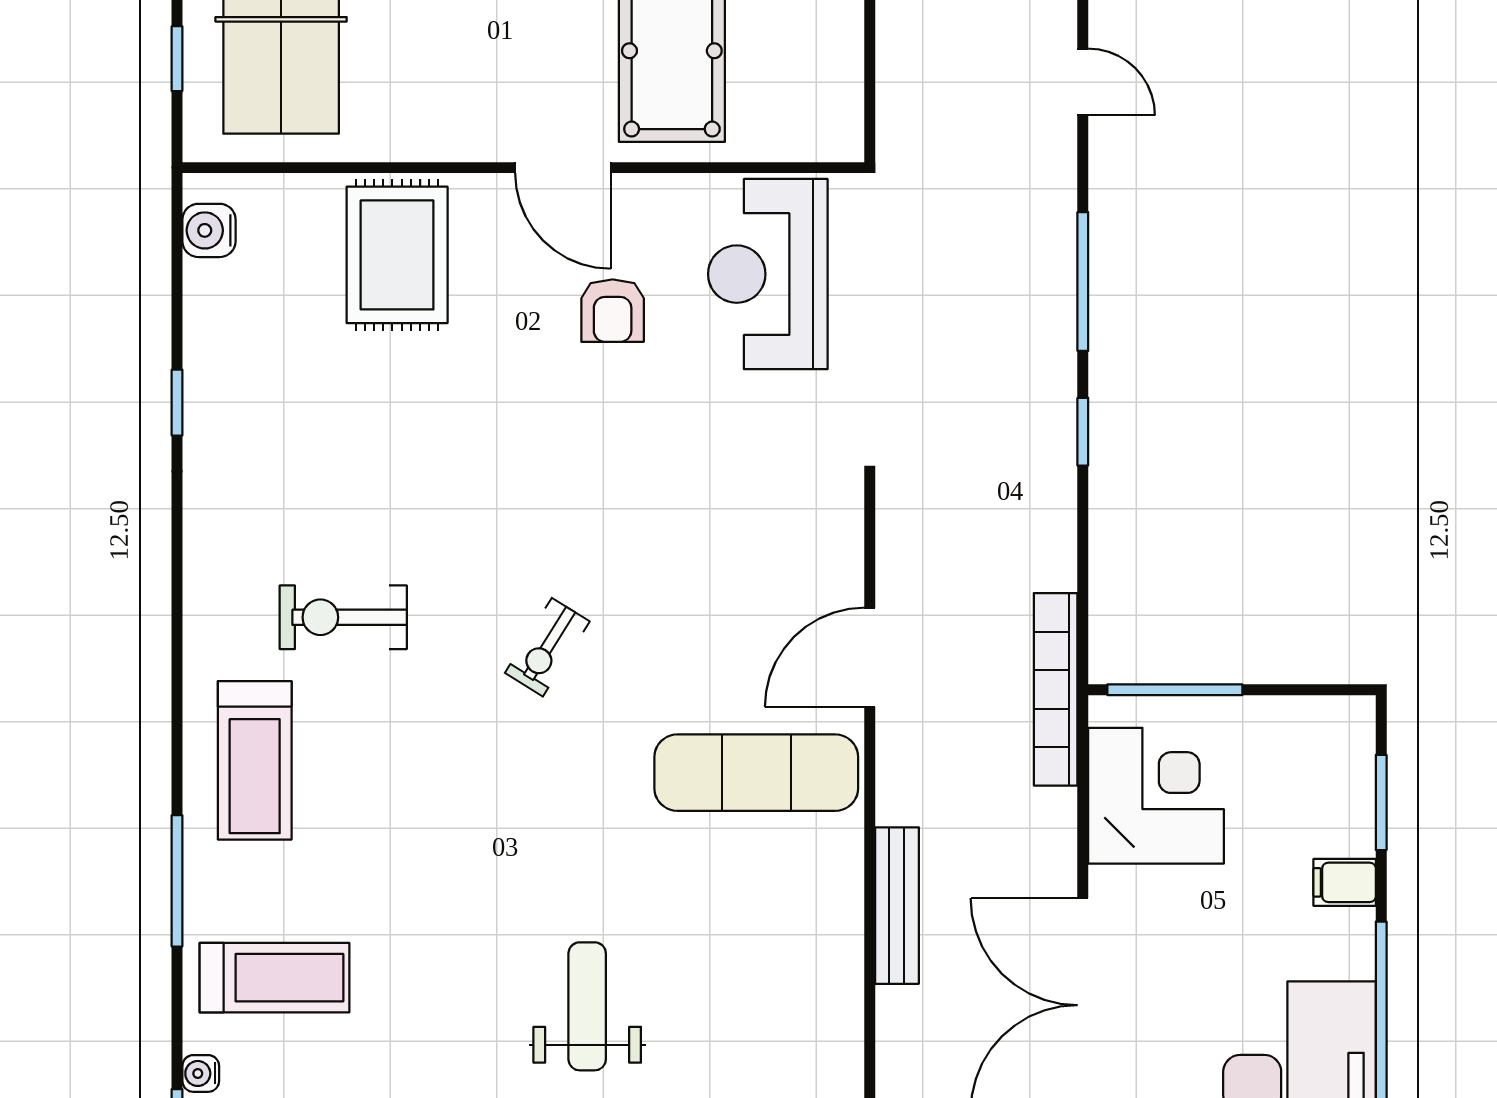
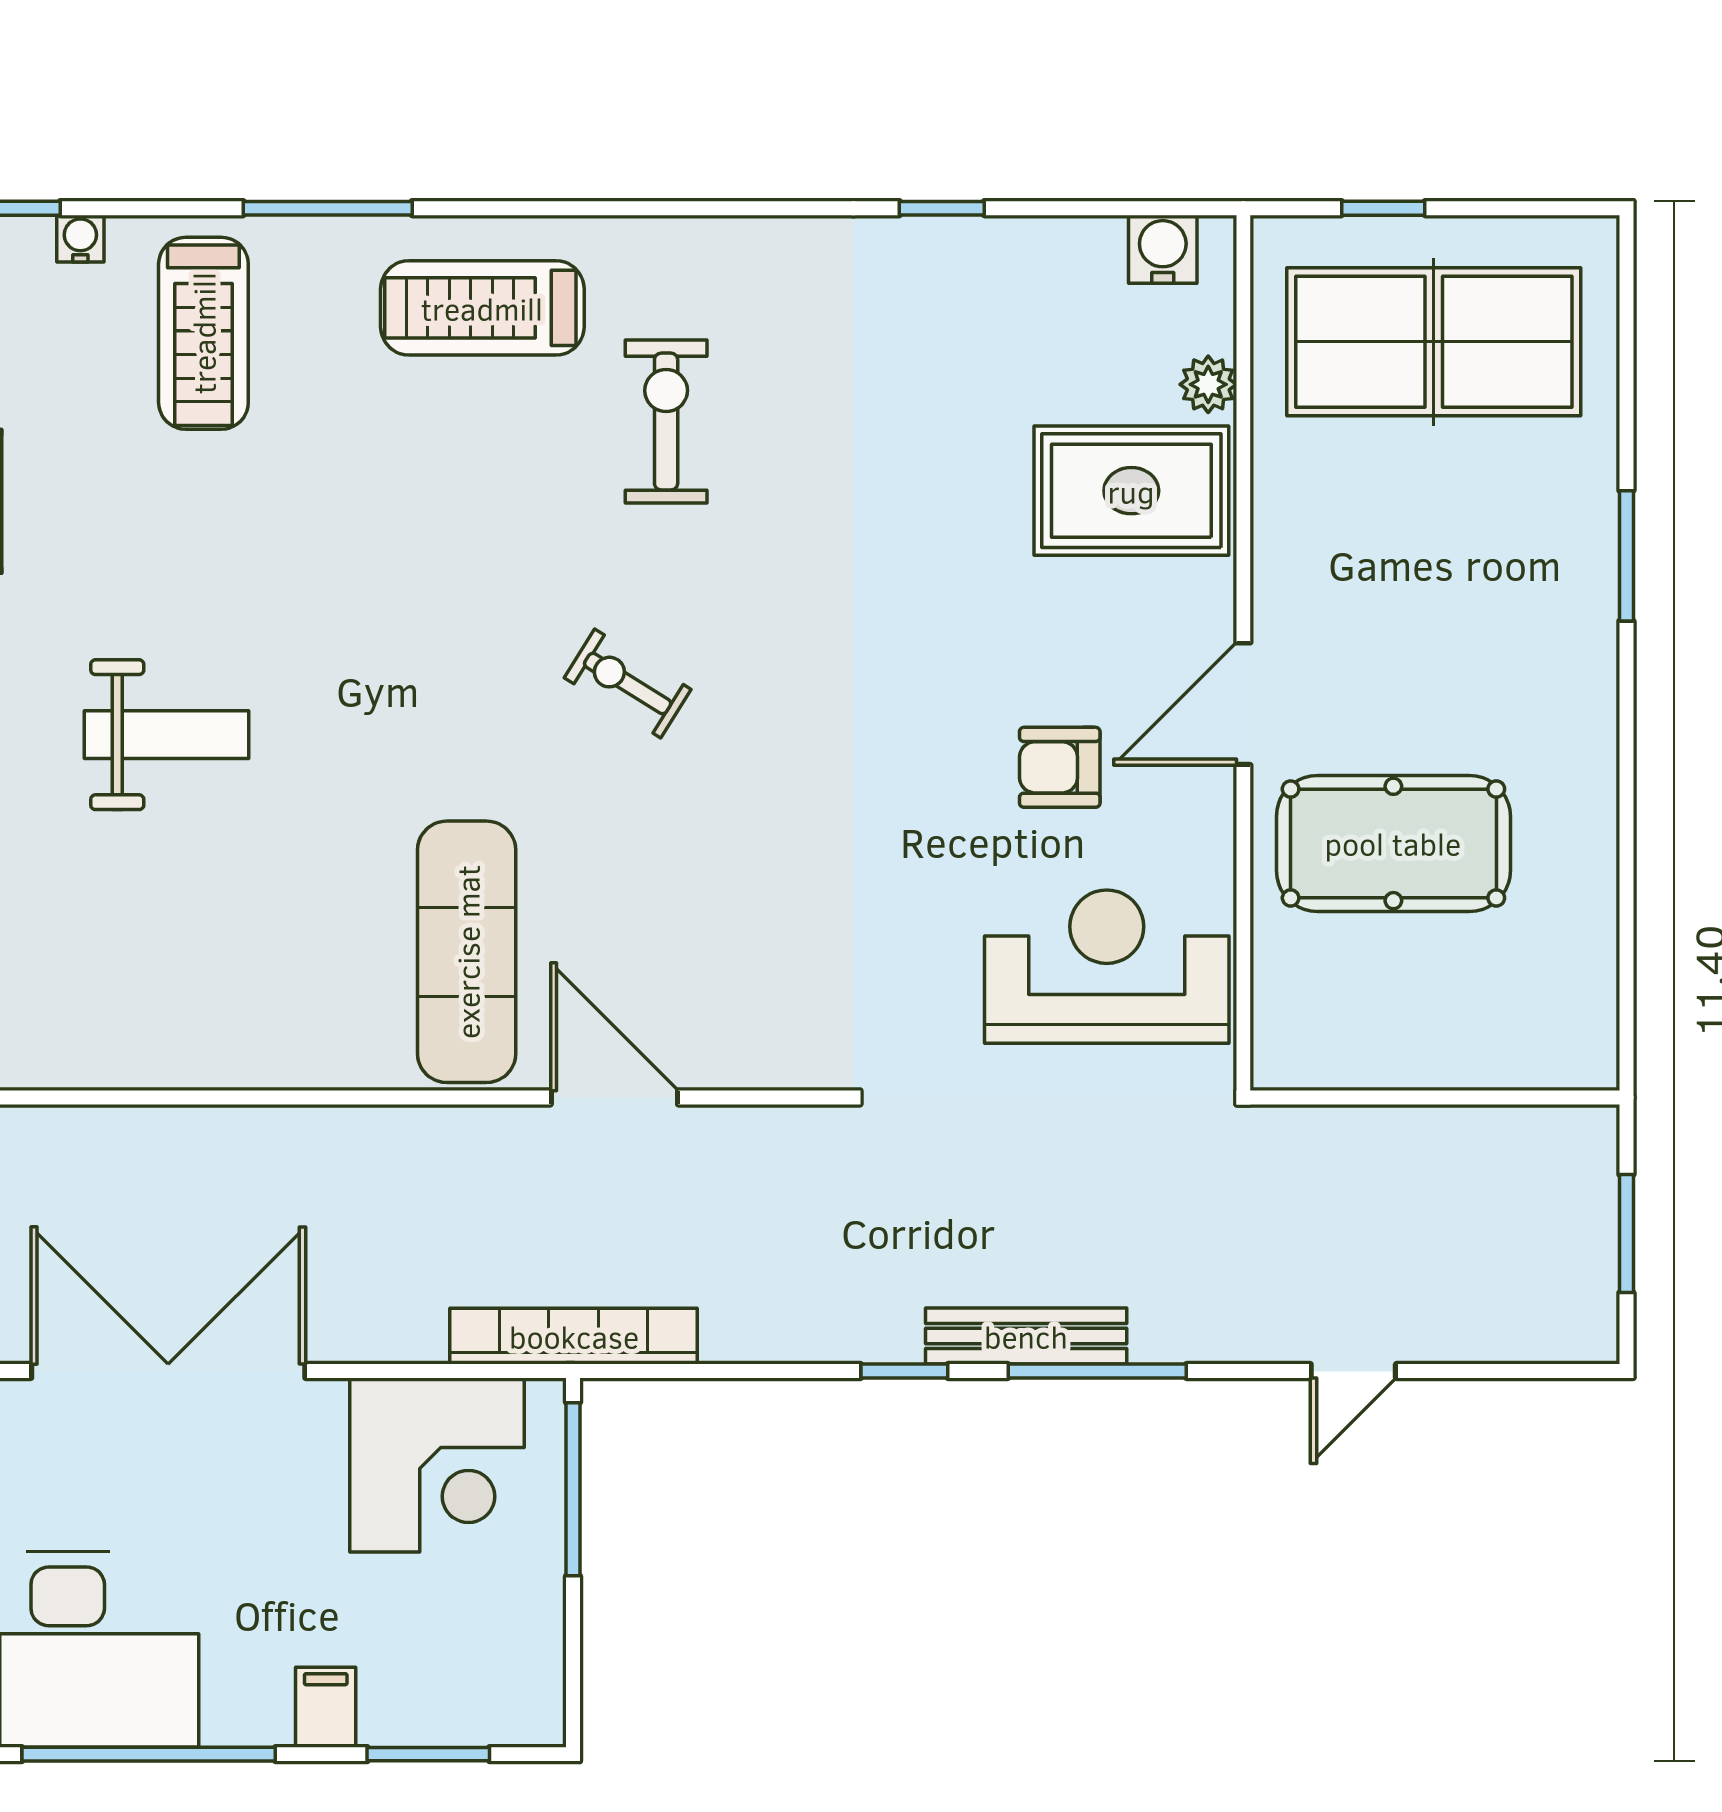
plant: (314, 195) -> (1208, 384), added
bench: (897, 906) -> (1026, 1336), moved

